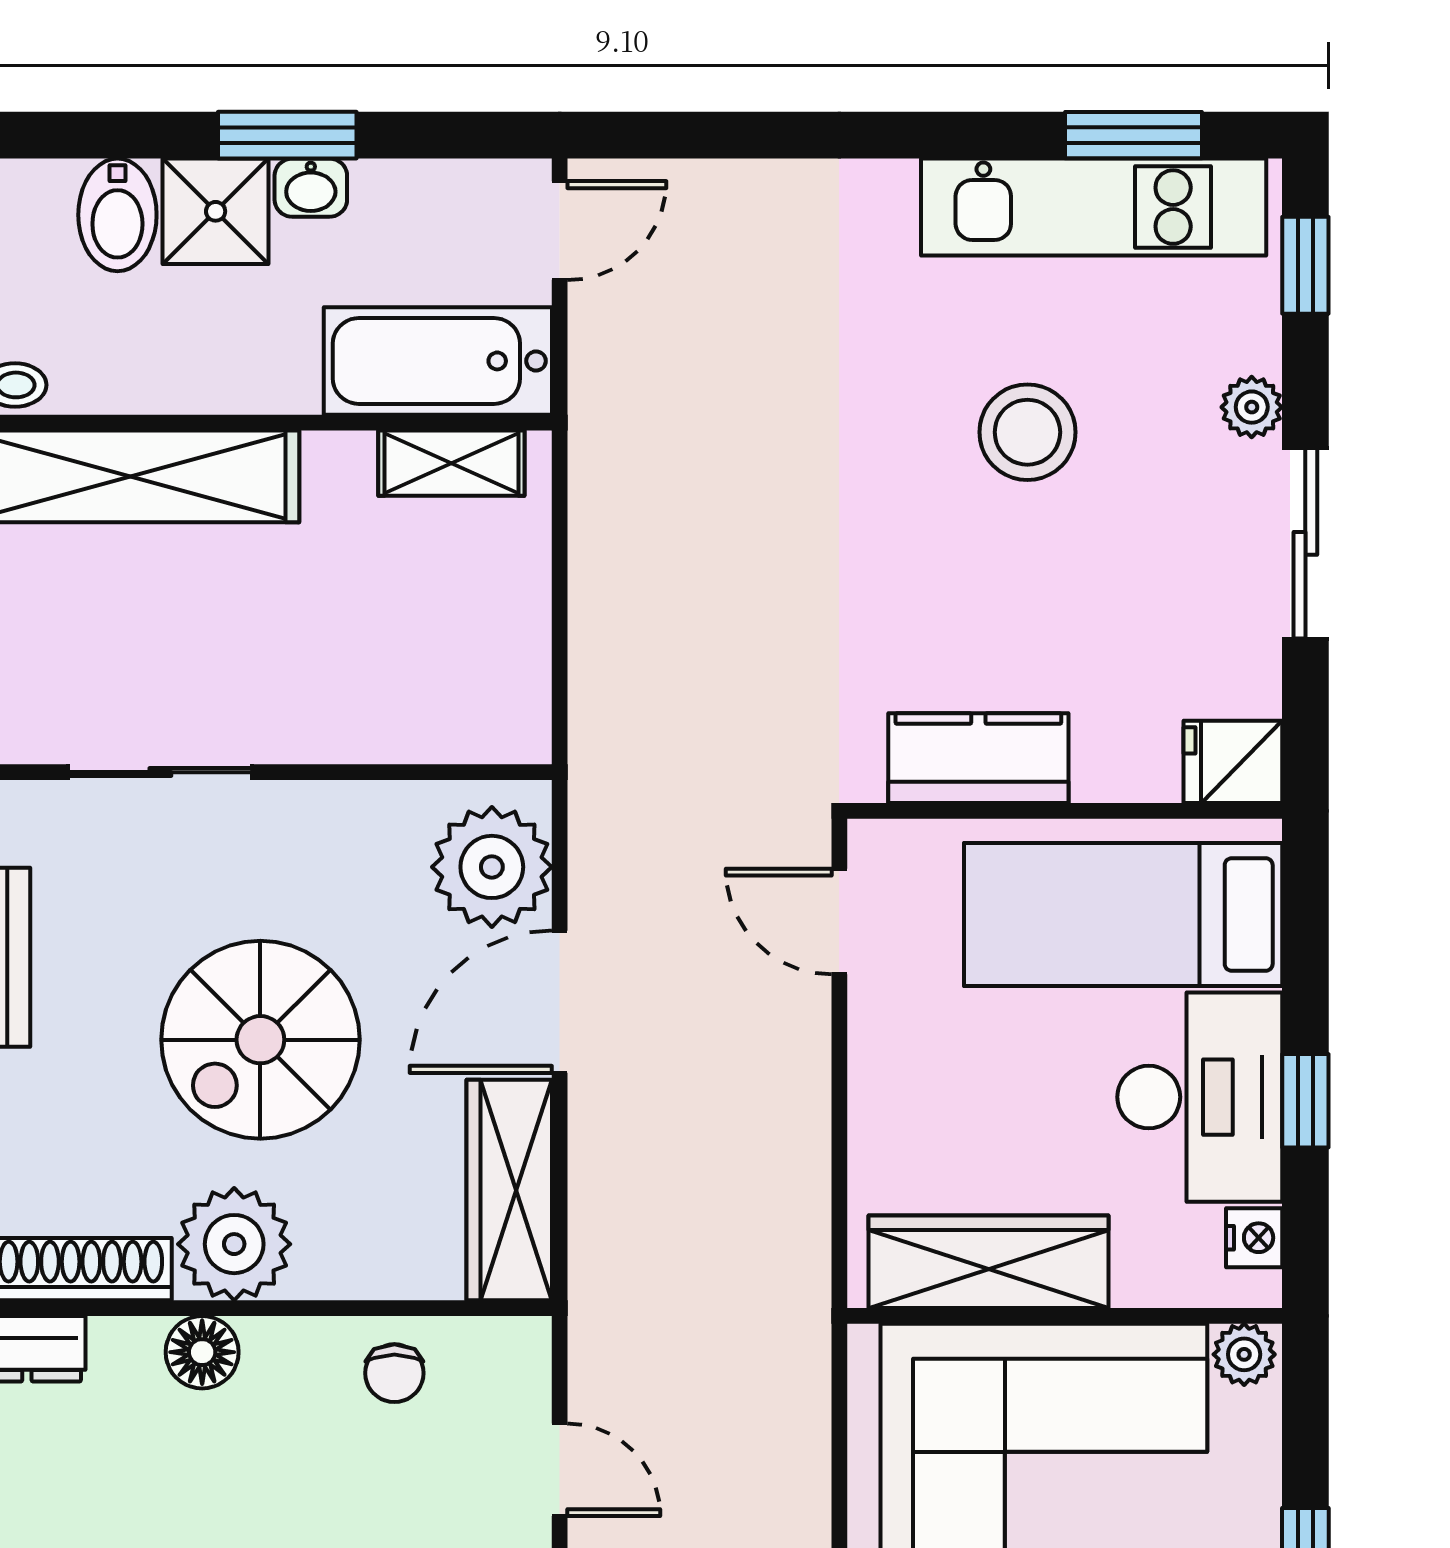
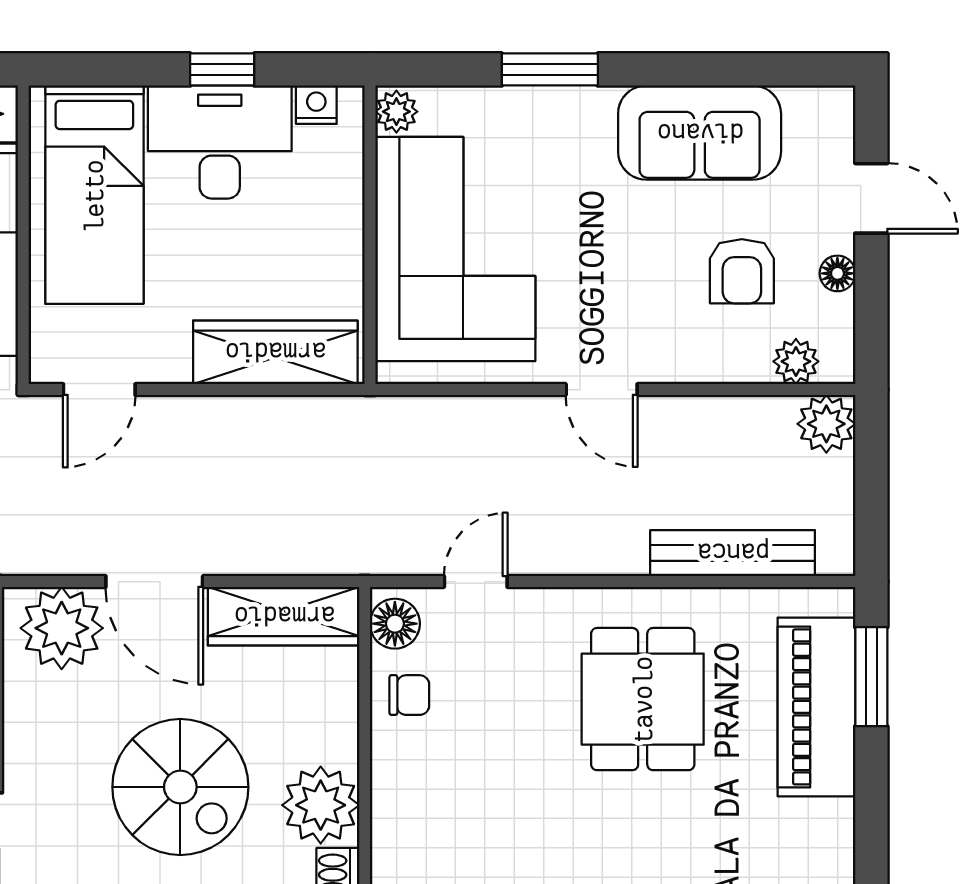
wardrobe: (989, 1262) -> (275, 352), moved, turned 90
floor lamp: (202, 1352) -> (395, 624), moved

